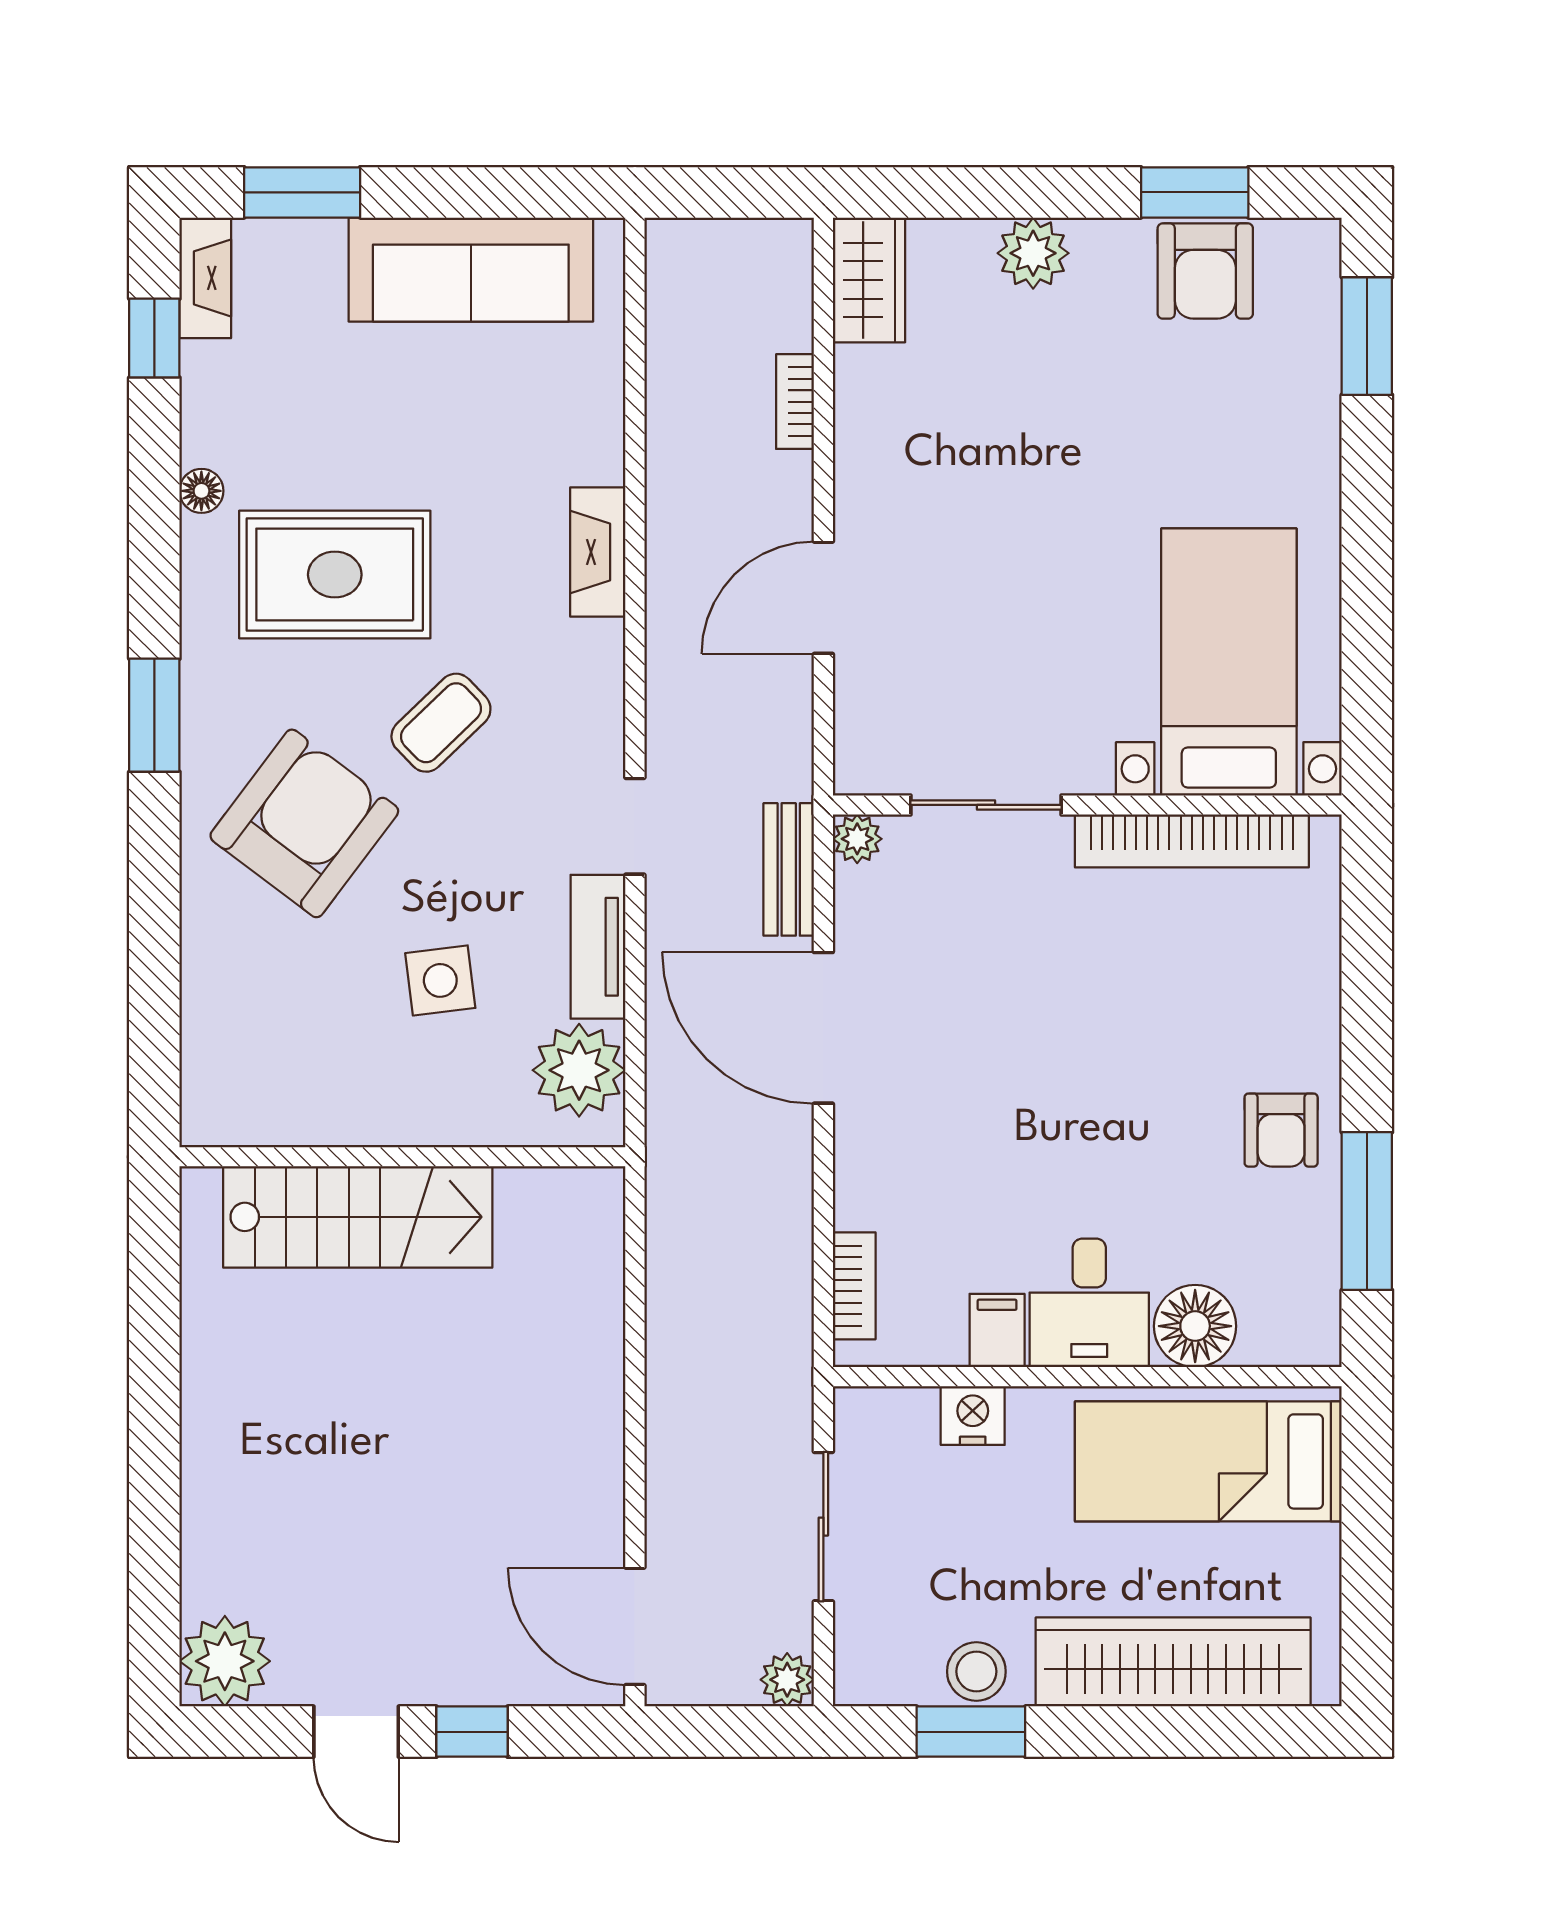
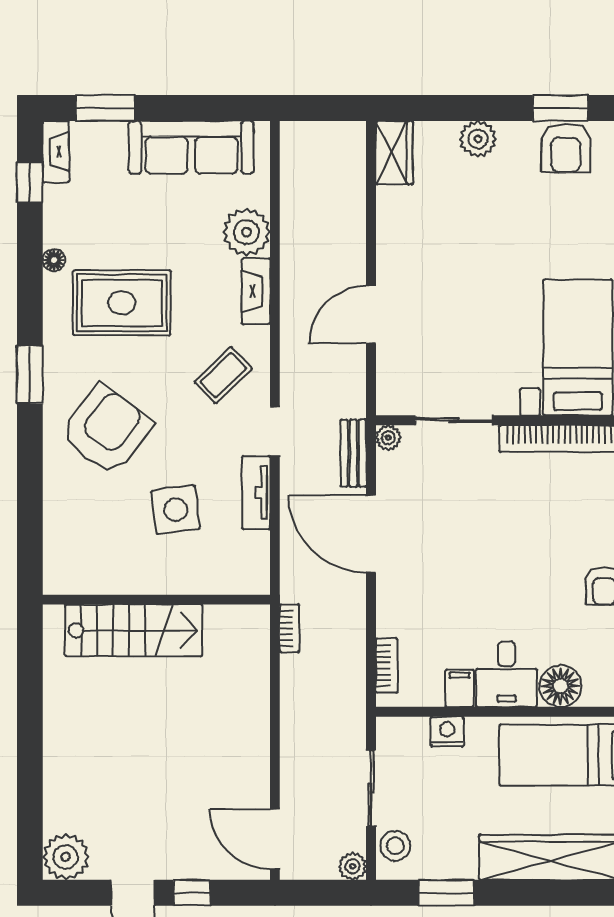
bookcase: (795, 402) -> (289, 628), moved, turned 180
coffee table: (441, 723) -> (223, 375), moved
side table: (440, 980) -> (176, 510), width x1.37, depth x1.37
plant: (579, 1070) -> (246, 232), moved
stool: (976, 1671) -> (395, 846), moved

